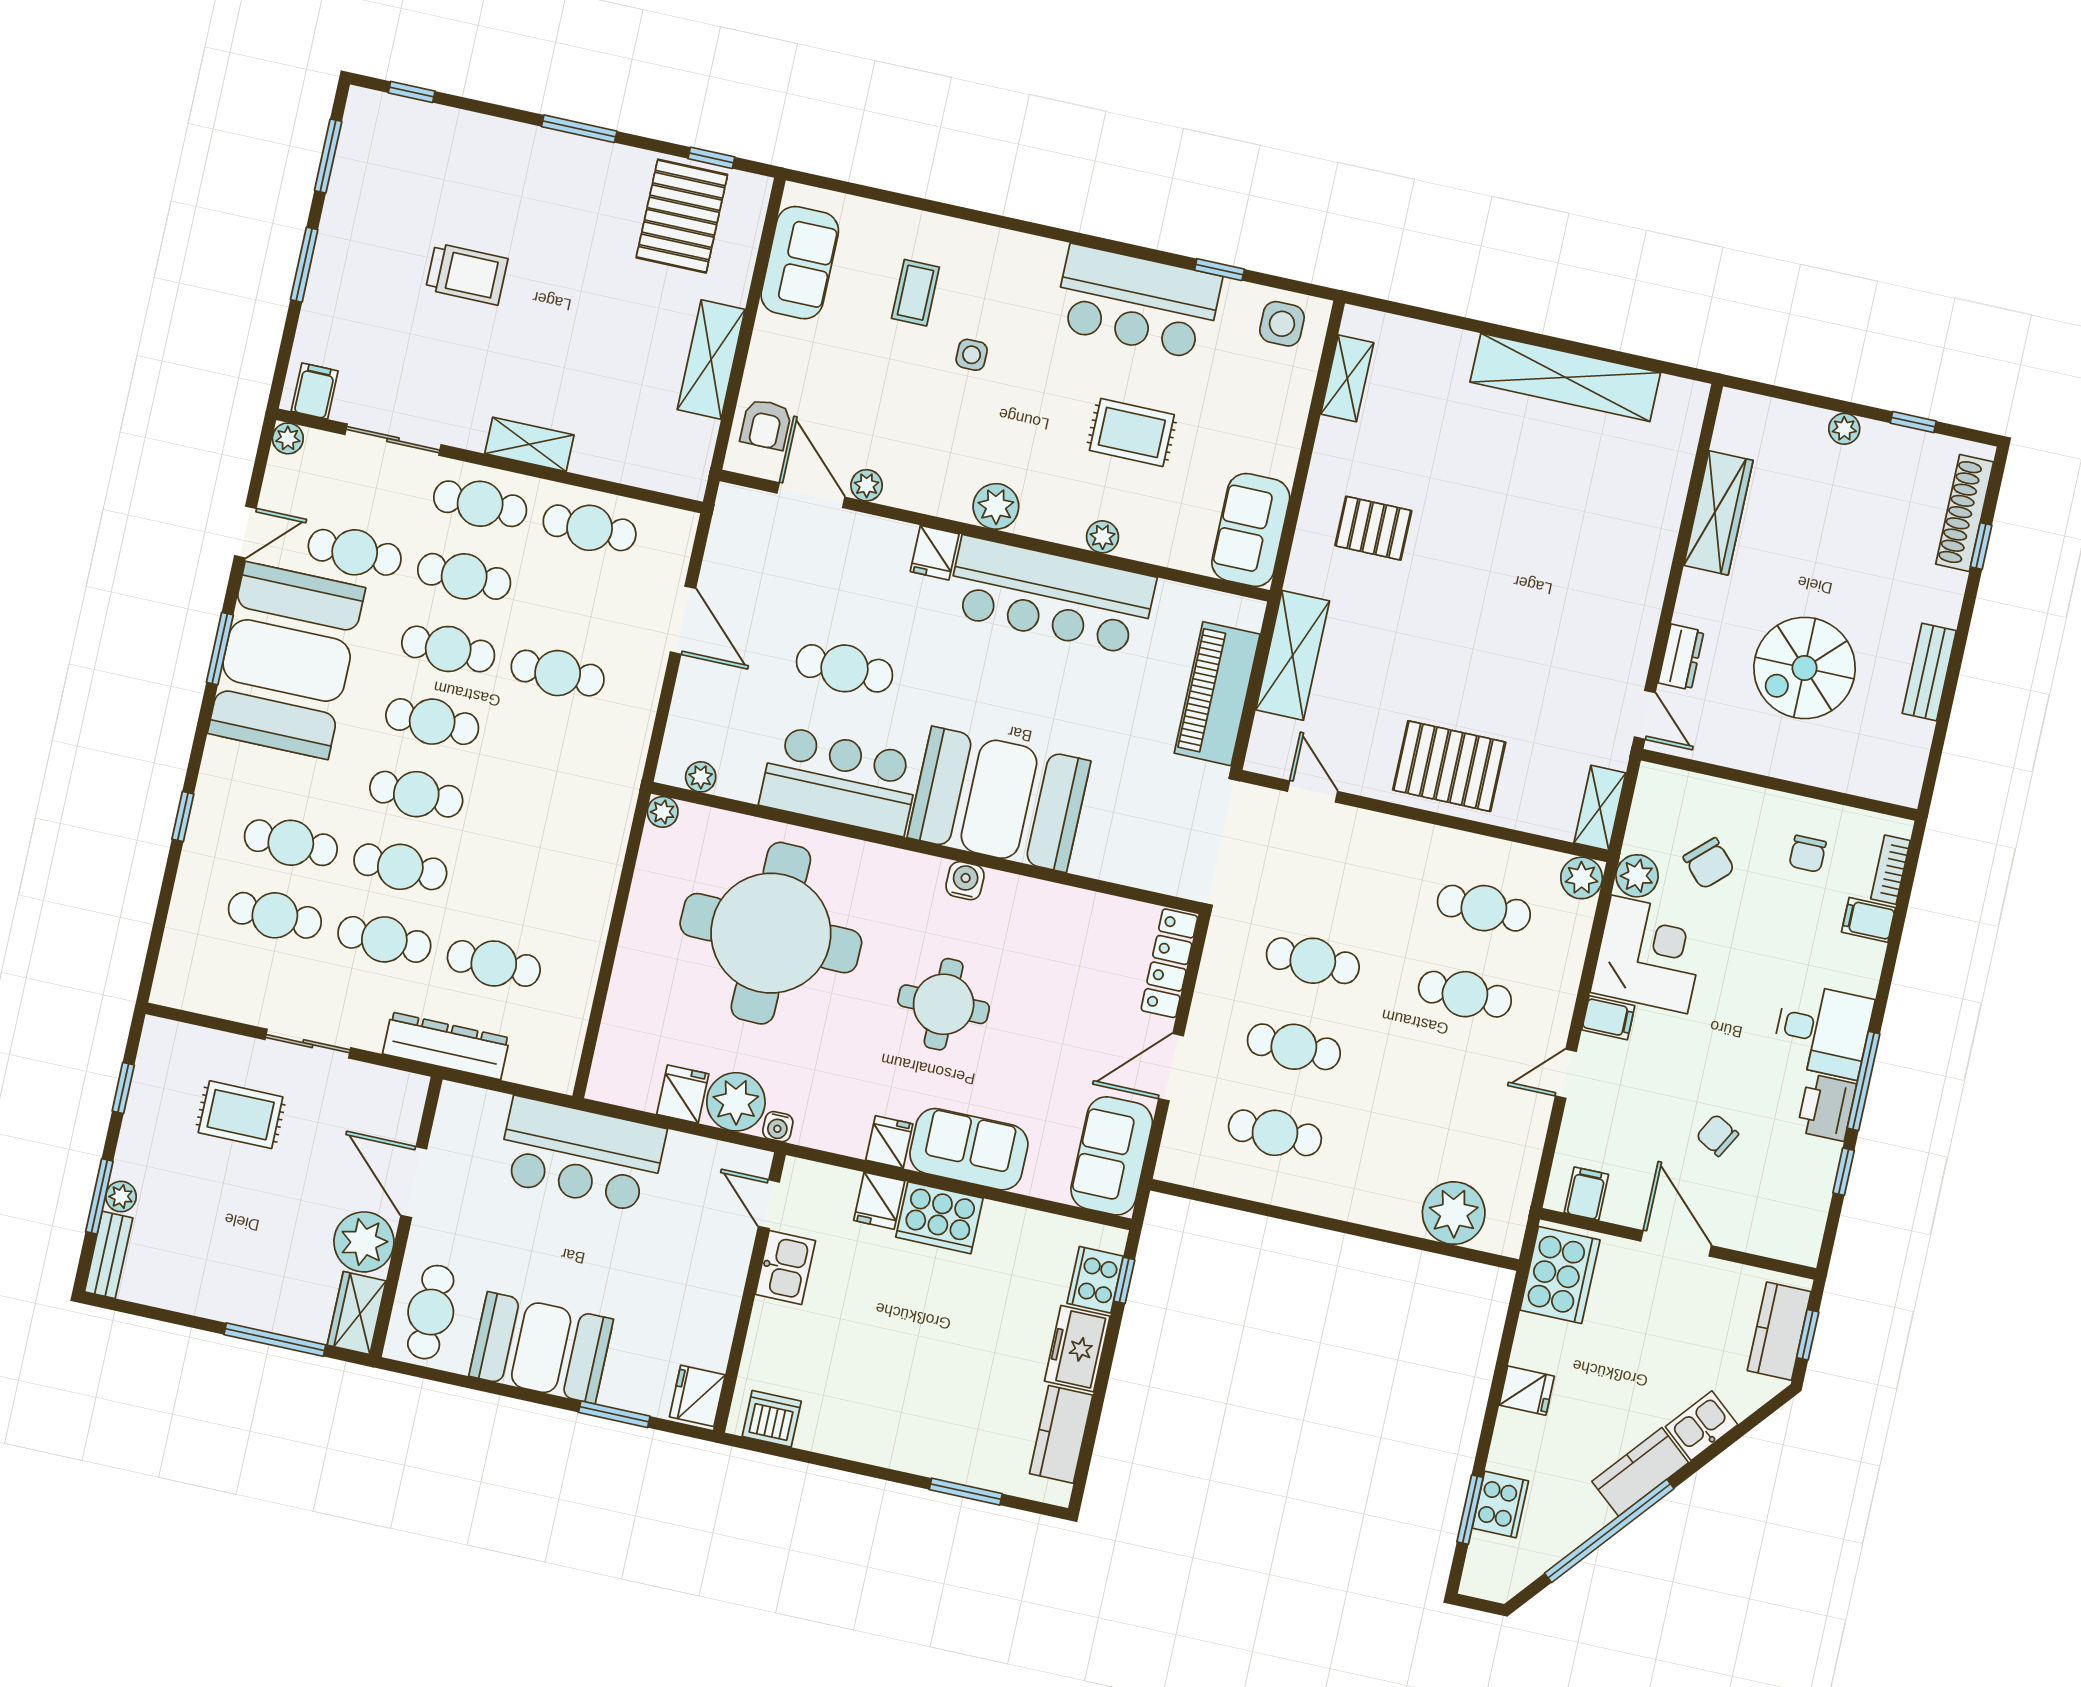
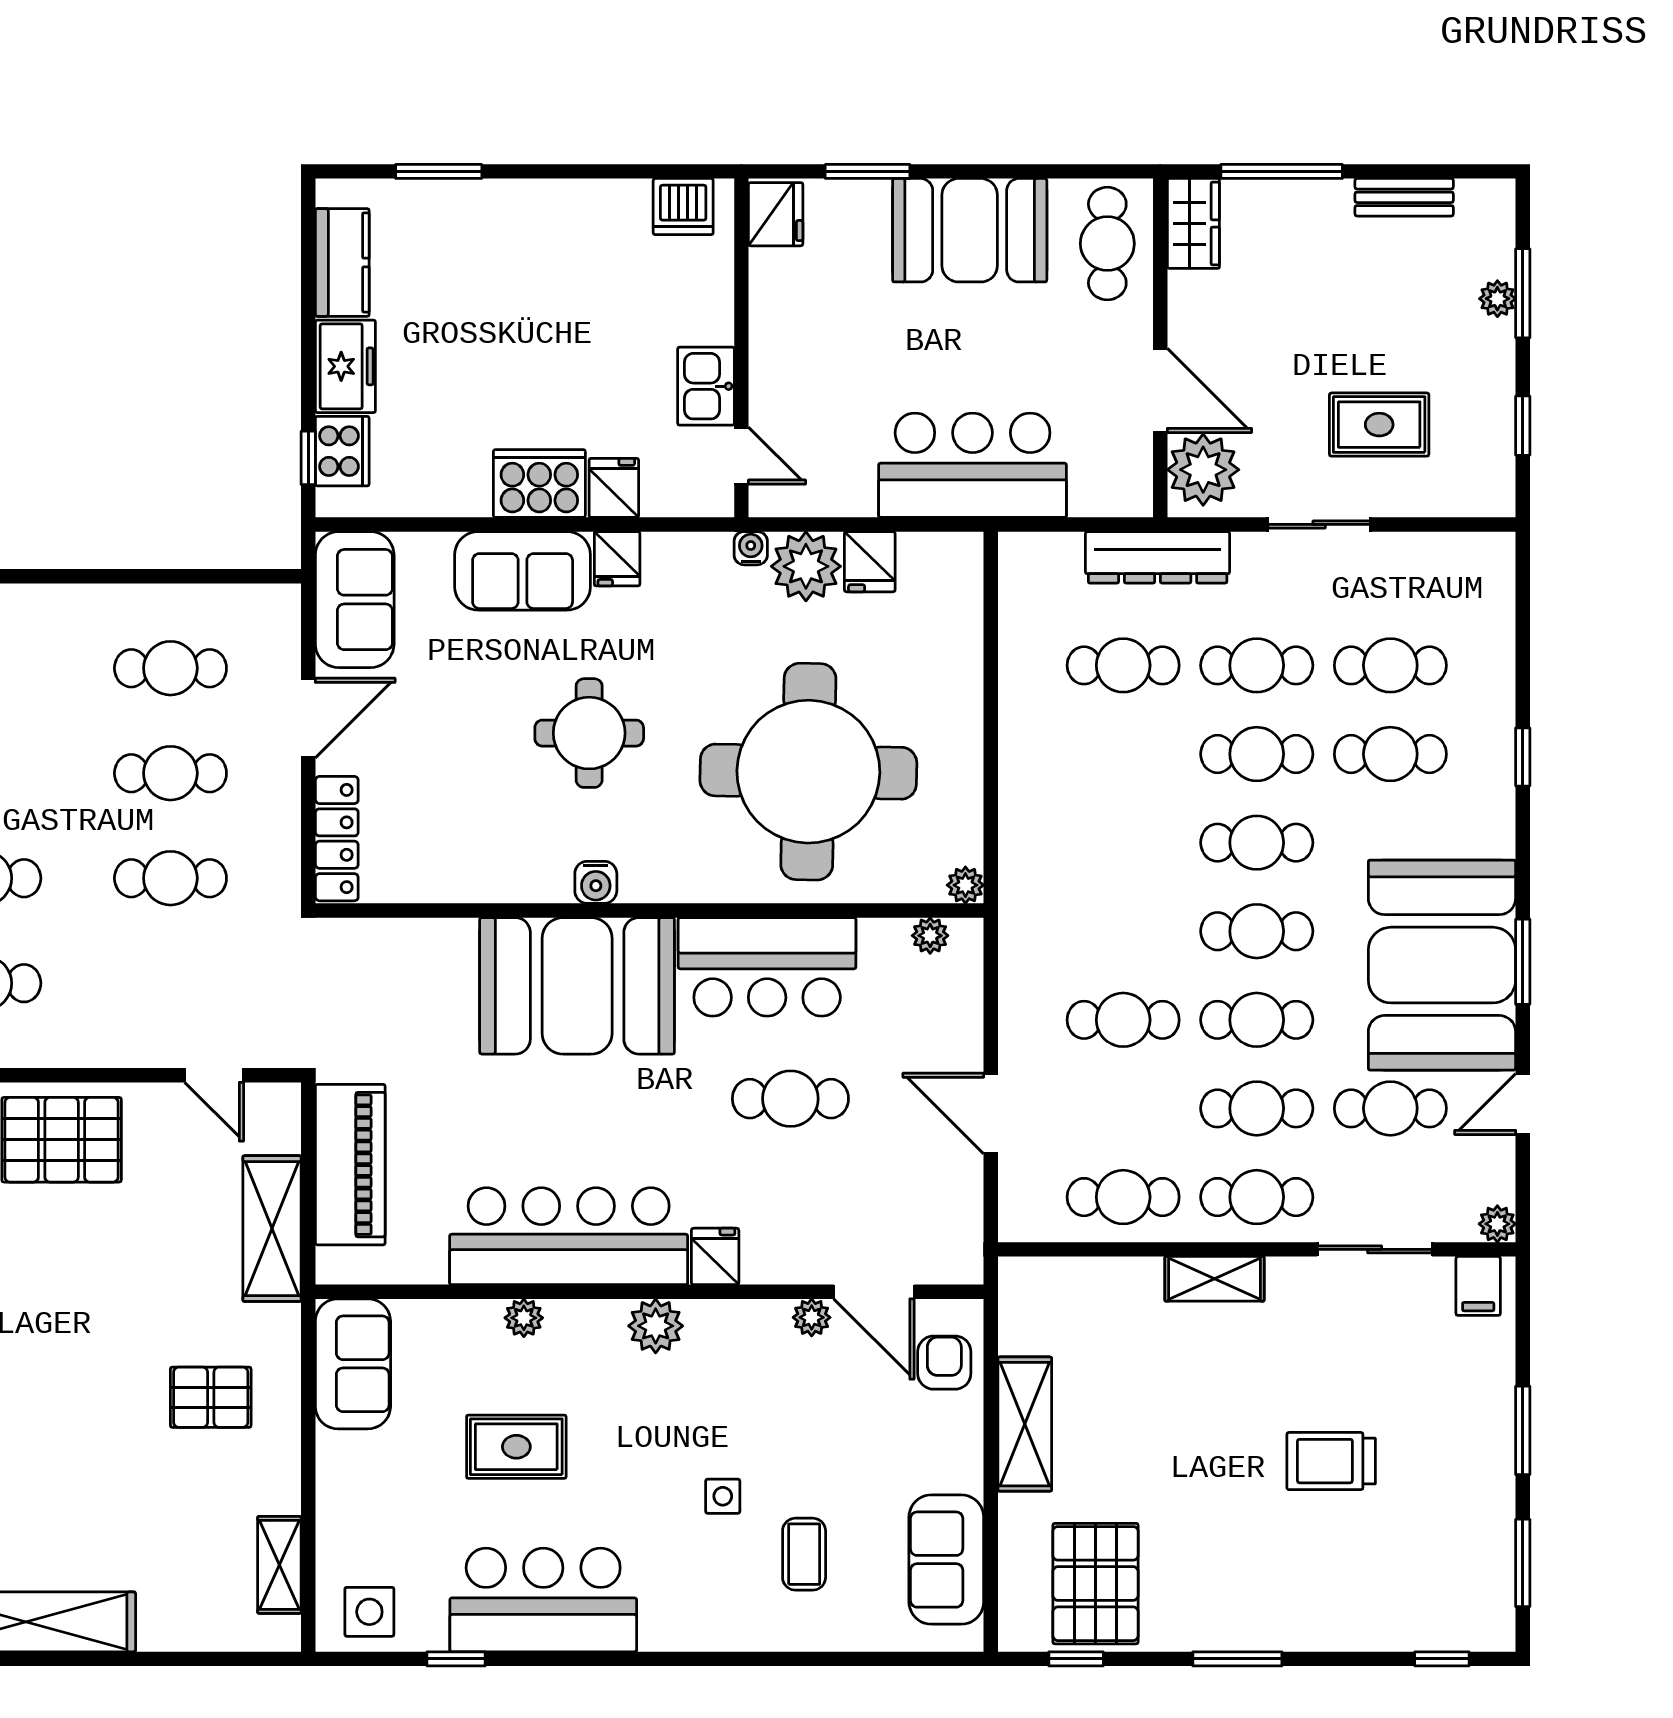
plant: (364, 1242) -> (1203, 470), moved
bench: (109, 1255) -> (1404, 197), moved, turned 90

